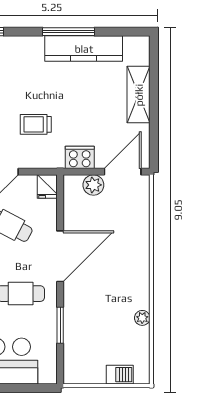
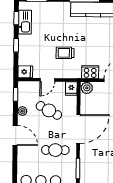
plant: (93, 185) -> (87, 88), moved

